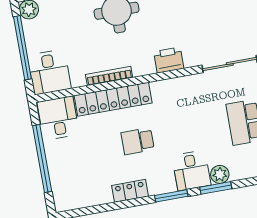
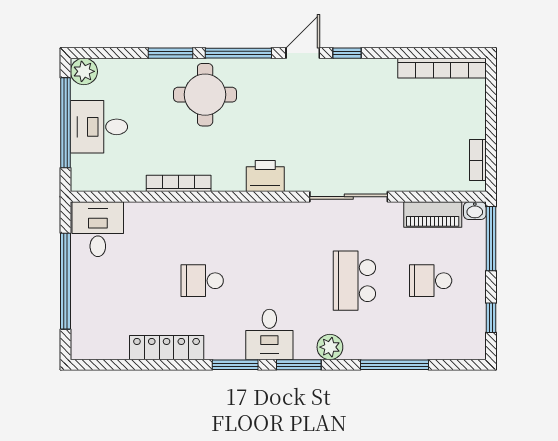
desk: (49, 72) -> (99, 127), moved, turned 90
locker: (113, 99) -> (178, 217), removed
plant: (220, 174) -> (330, 347), moved
locker: (130, 191) -> (167, 348), width x1.53

